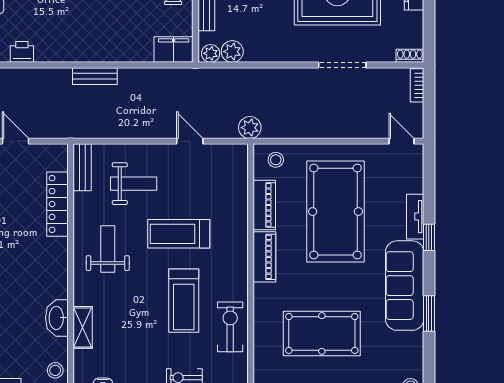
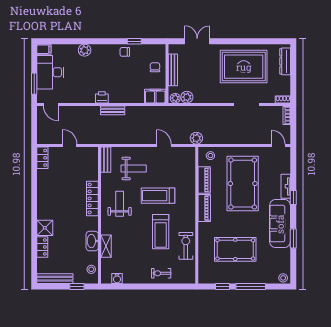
printer: (22, 52) -> (102, 97), moved
locker: (57, 204) -> (92, 198), moved

